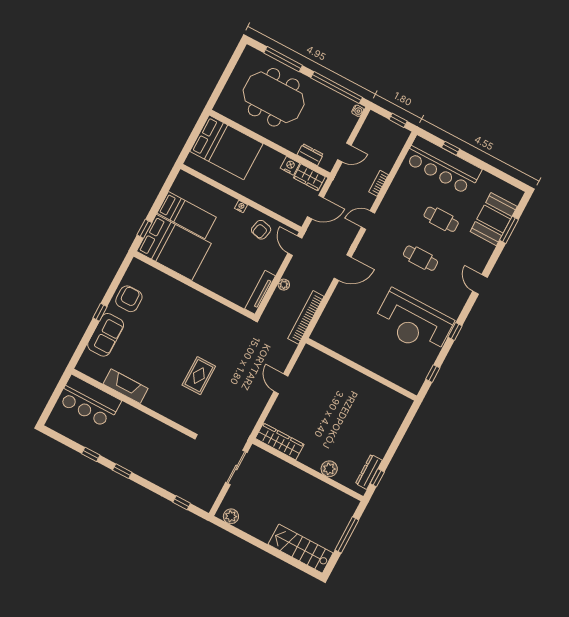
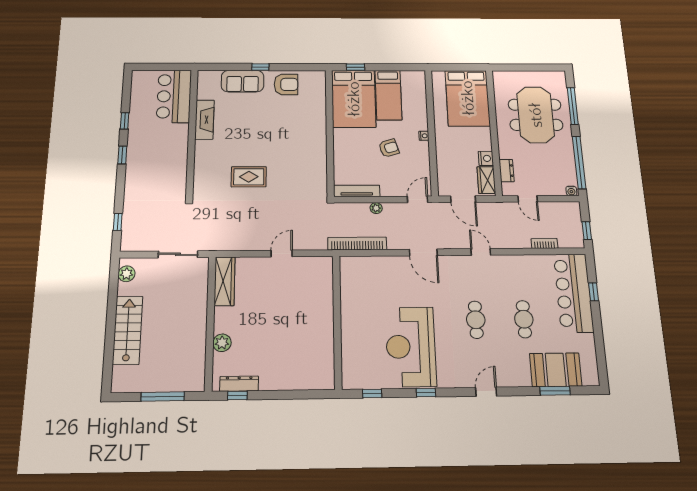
bookcase: (379, 183) -> (544, 243), moved
armchair: (261, 230) -> (389, 148), moved, turned 150
stairs: (301, 549) -> (128, 330), moved

